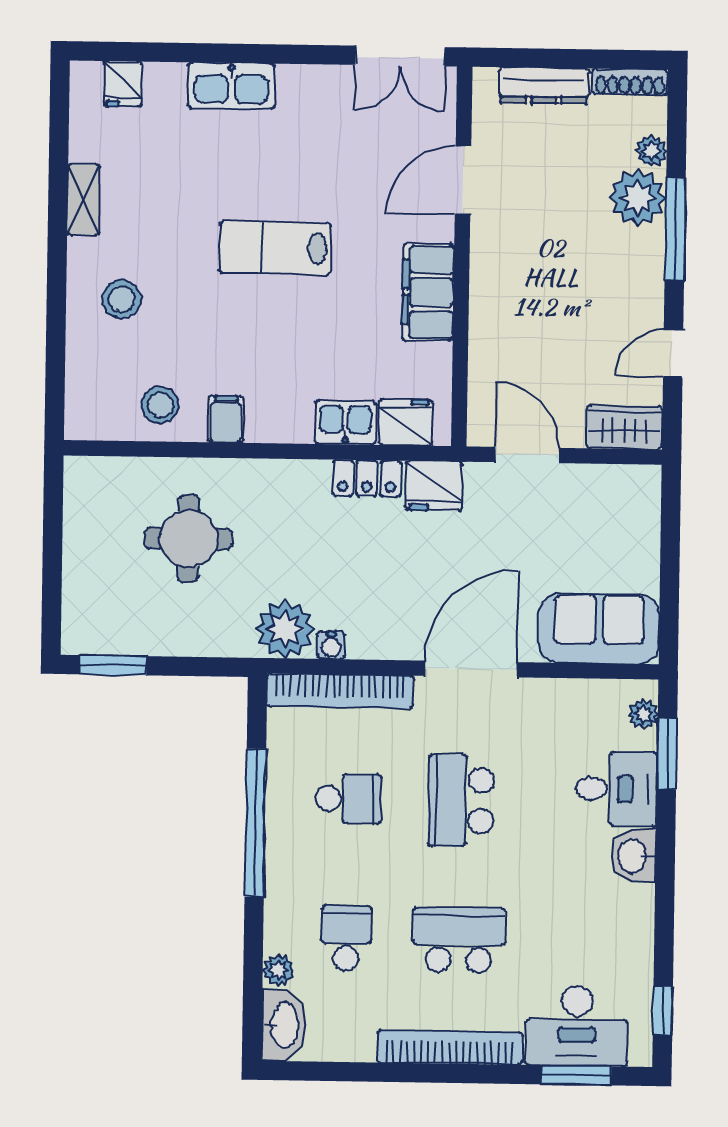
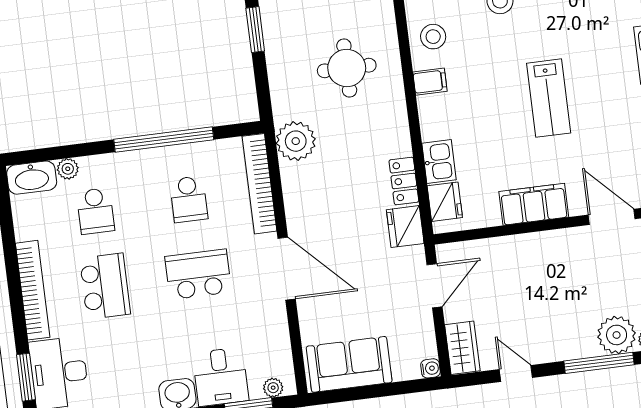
lab bench: (275, 248) -> (549, 98), turned 180
sofa: (599, 629) -> (349, 364), moved, turned -90
water cooler: (331, 645) -> (430, 368), moved, turned 180
school desk: (346, 938) -> (96, 211), turned 90

